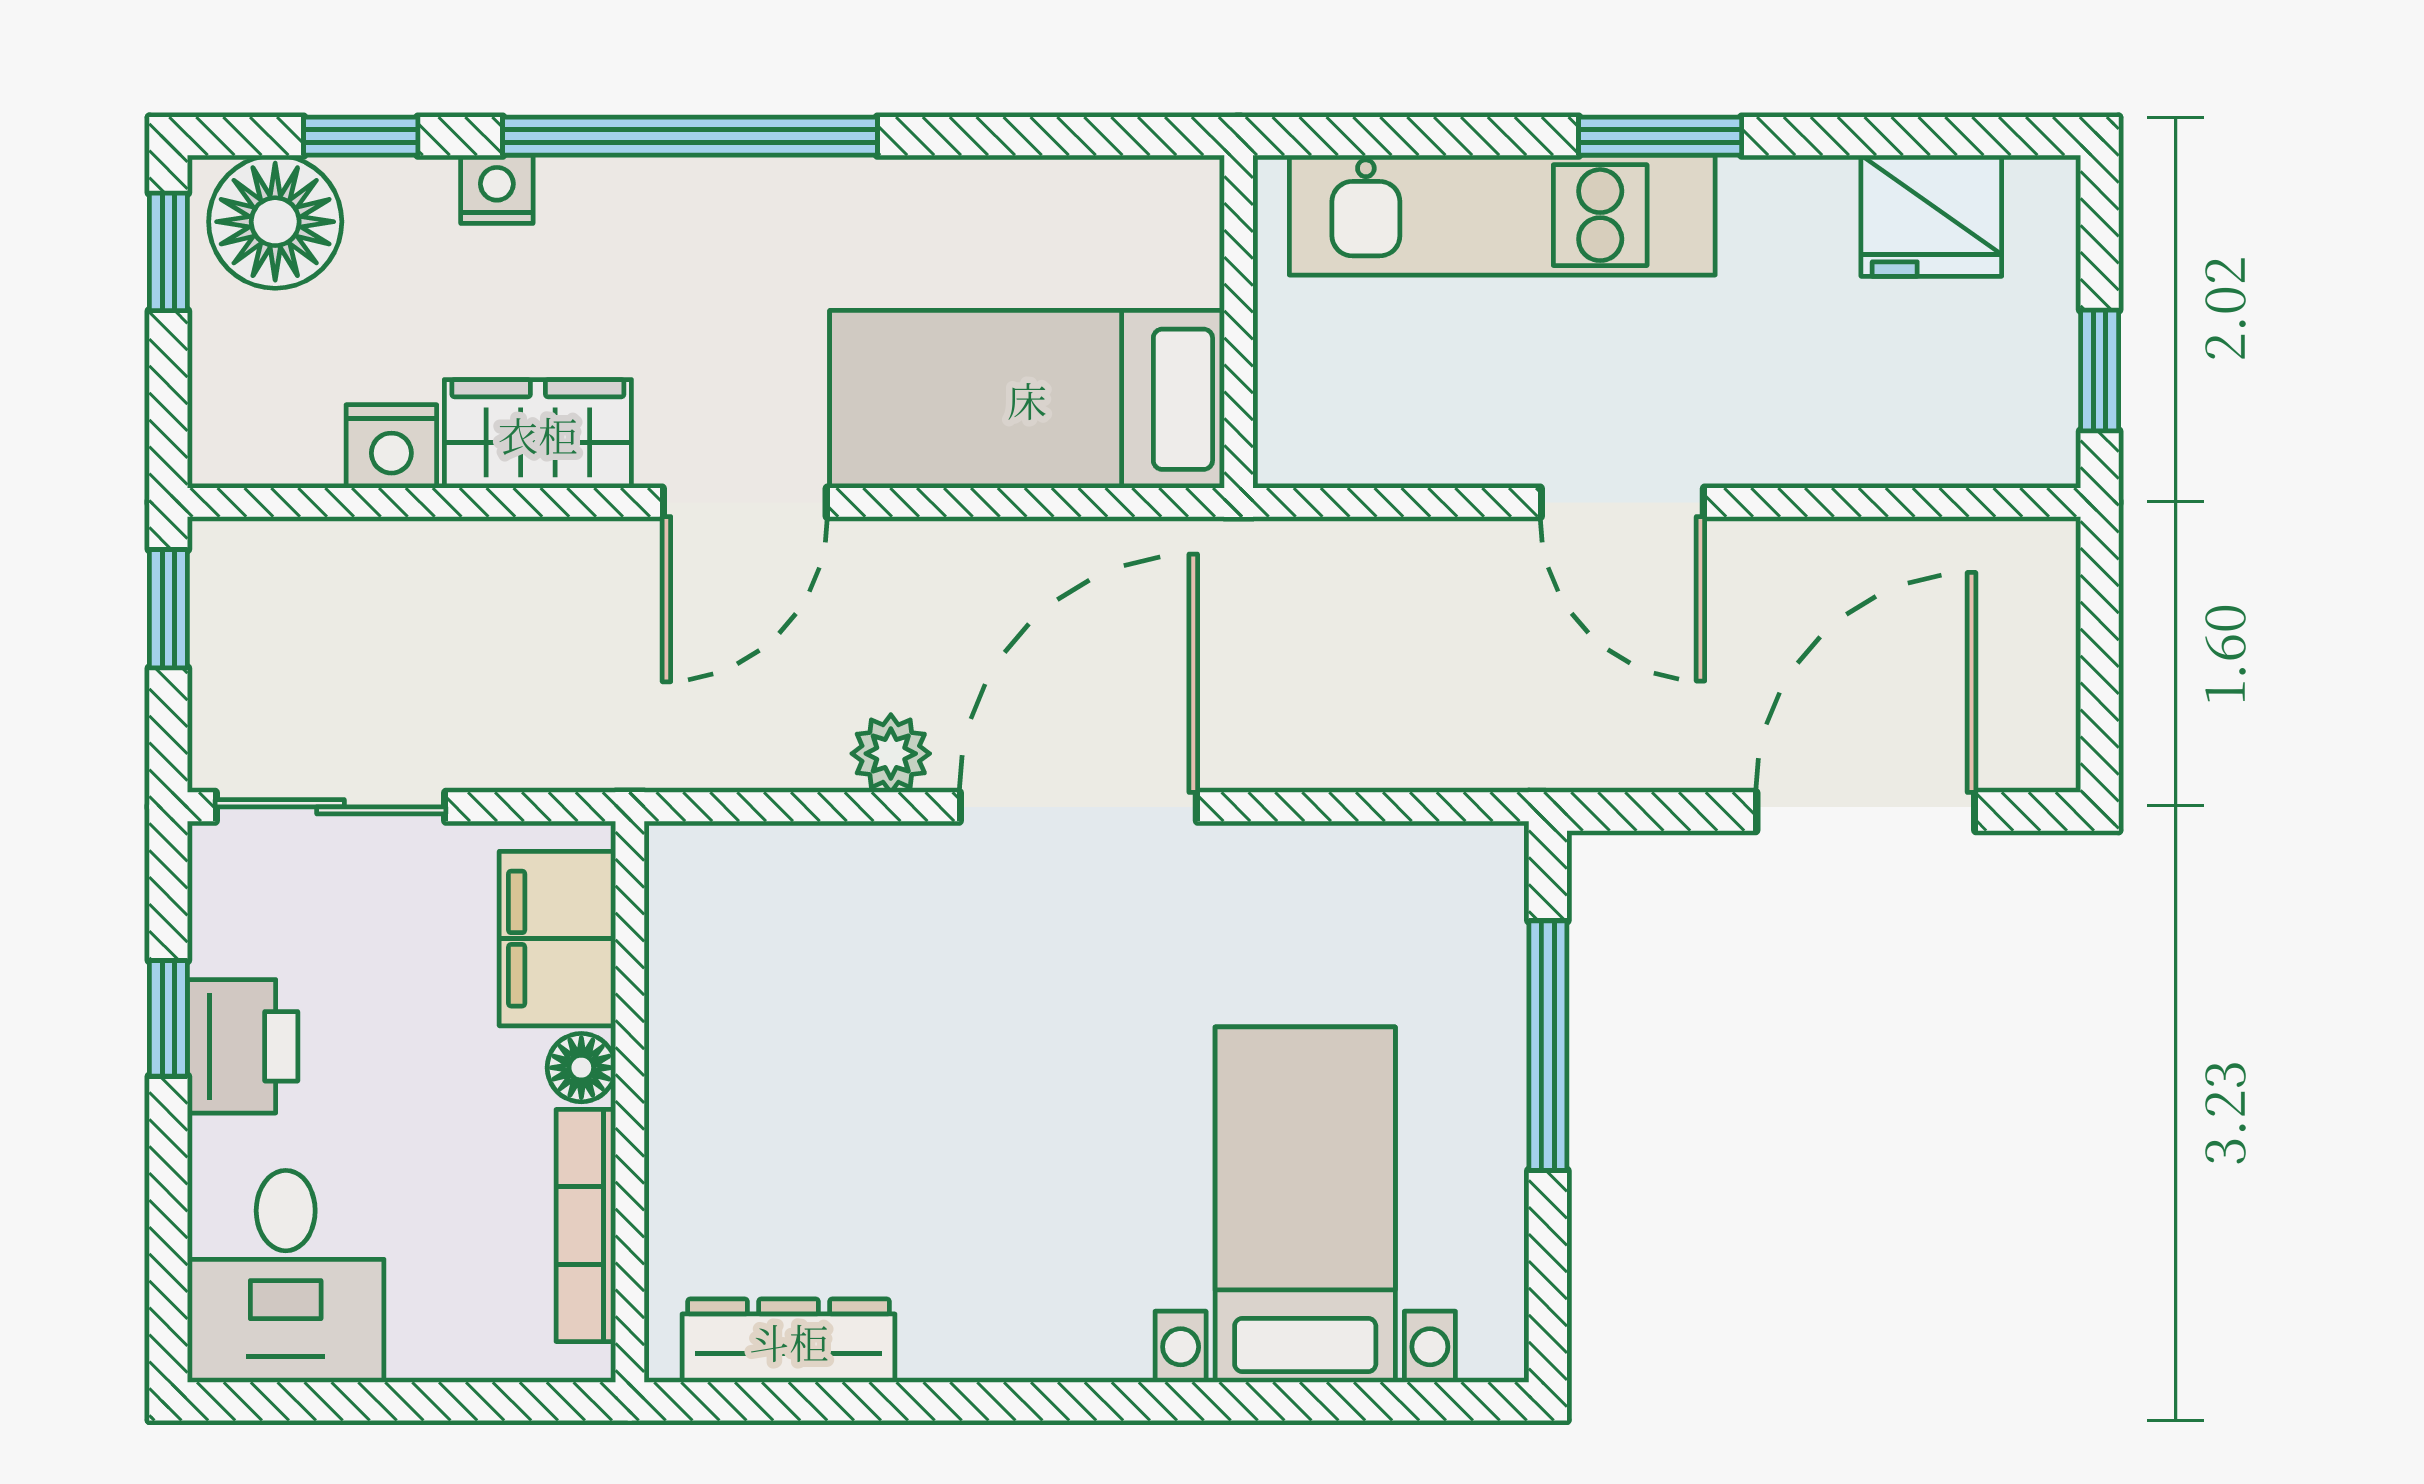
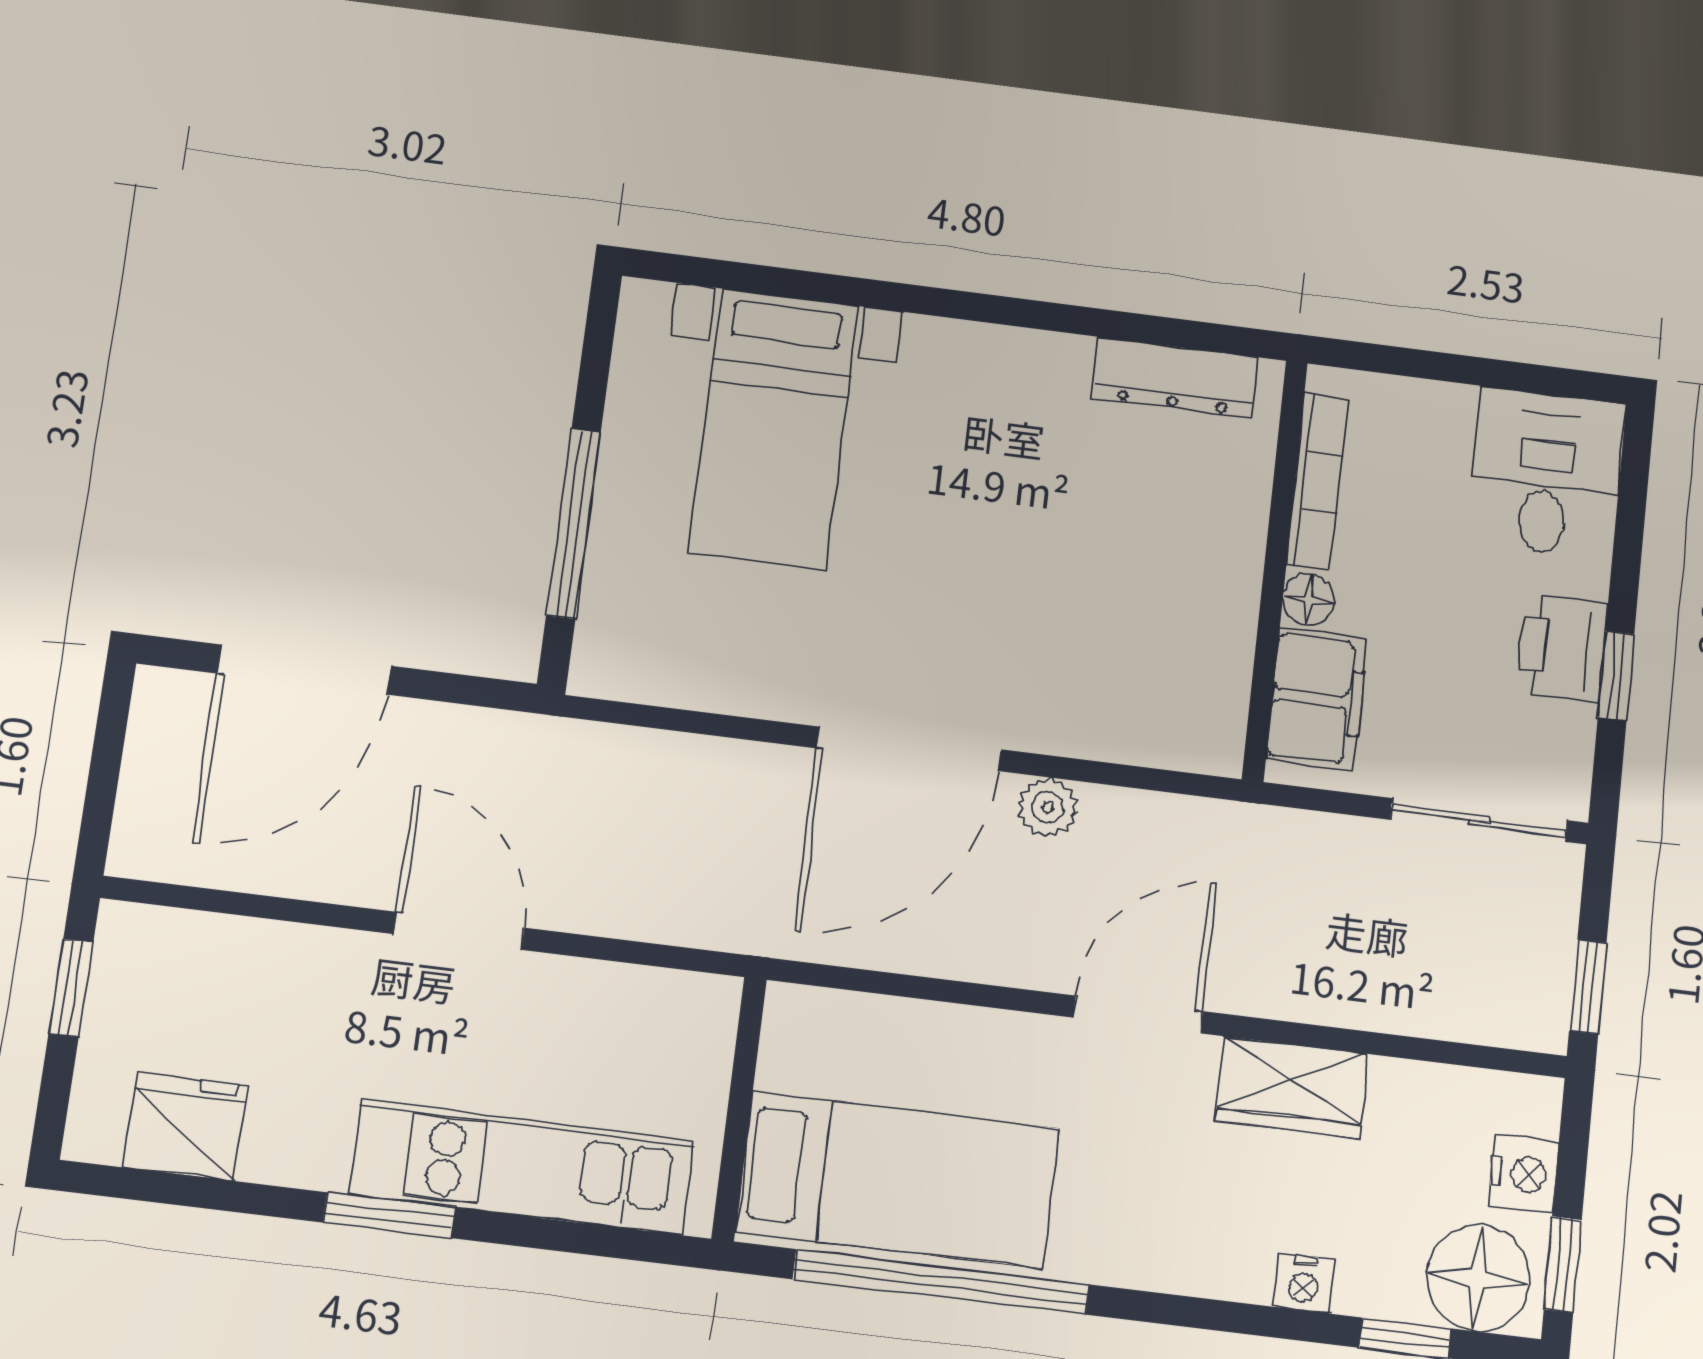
window: (690, 136) -> (941, 1282), moved
bed: (1027, 399) -> (898, 1180), moved
nightstand: (391, 446) -> (1524, 1174), moved, turned 90

